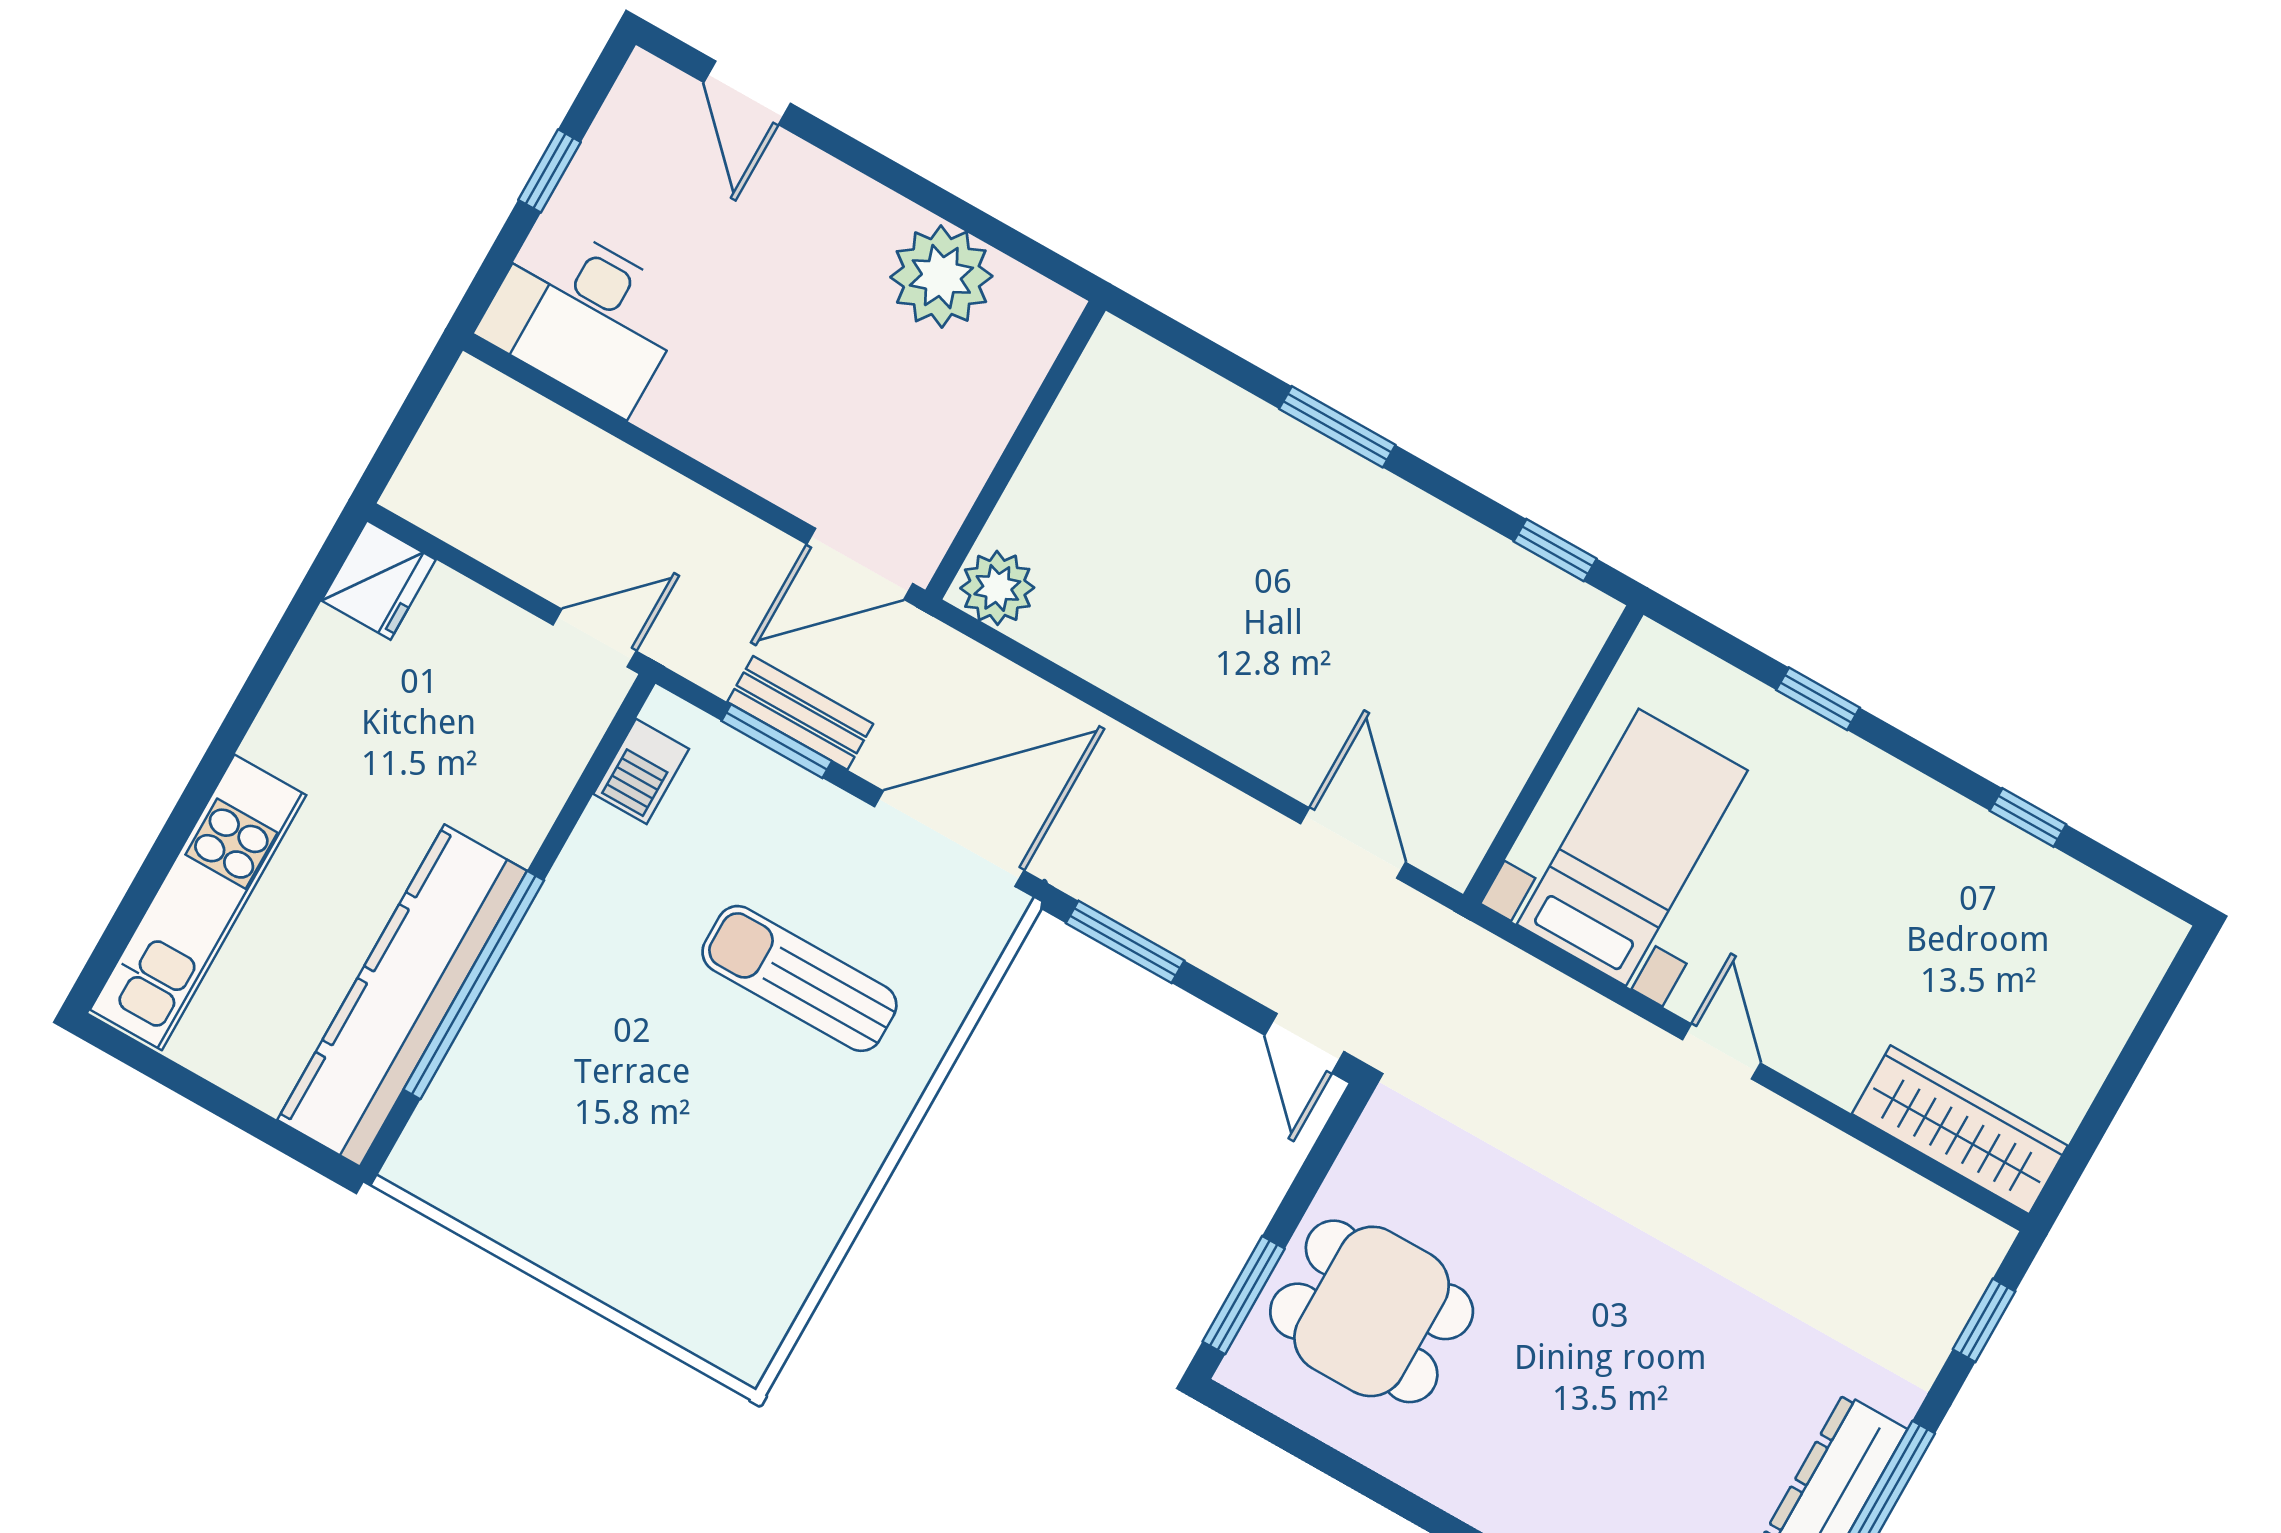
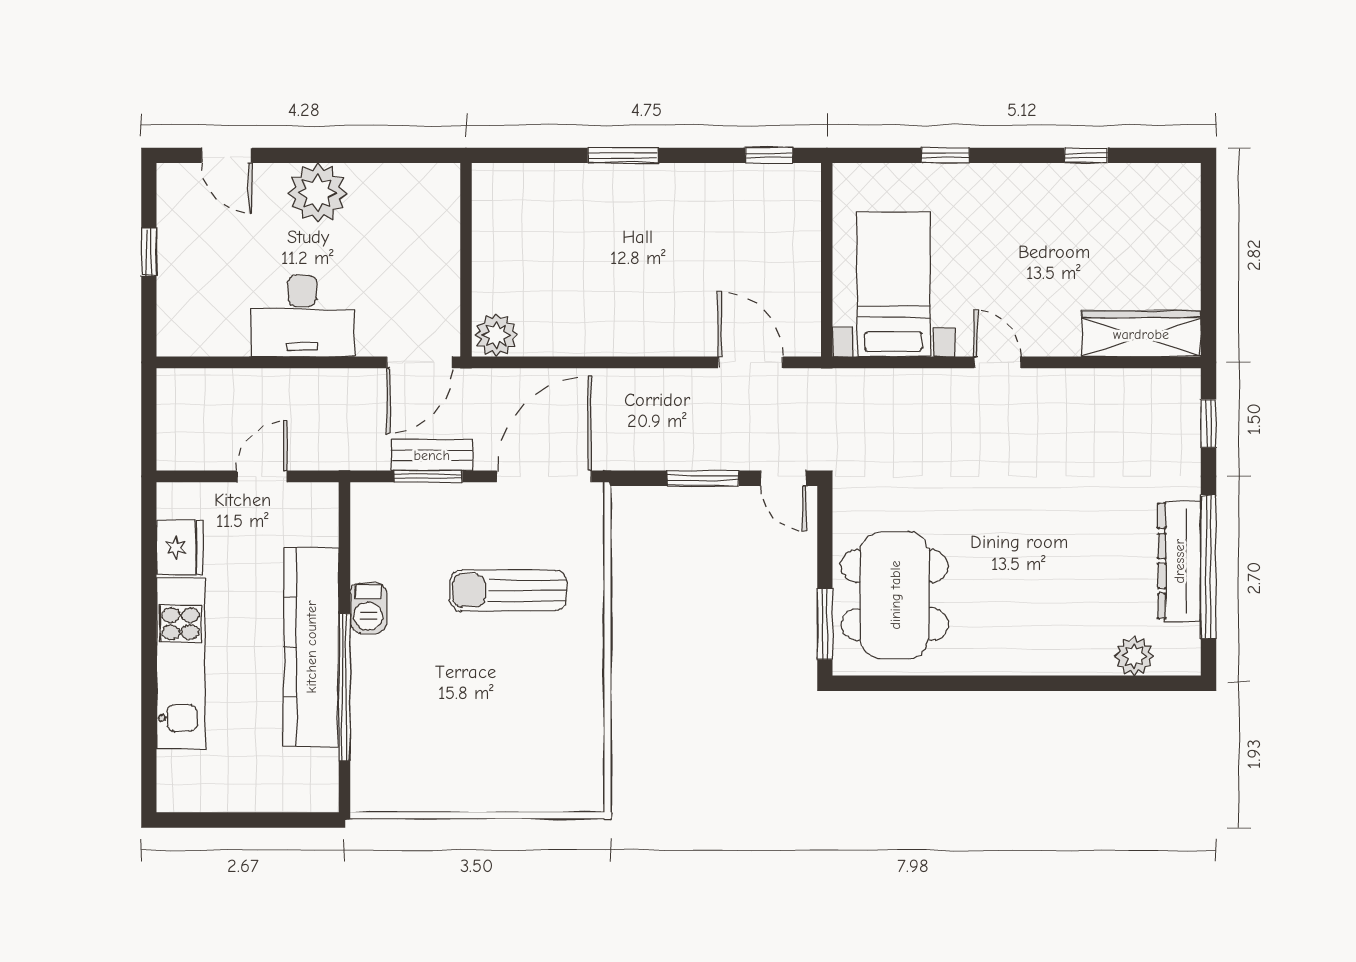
plant: (941, 277) -> (318, 193), moved
desk: (584, 317) -> (302, 316), moved
fridge: (379, 580) -> (180, 547), moved
door: (595, 638) -> (262, 476), moved
barbecue: (641, 771) -> (368, 608), moved
kitchen unit: (198, 902) -> (181, 663), moved
window: (1125, 942) -> (703, 478), moved
kitchen counter: (402, 995) -> (311, 647), moved
dining table: (1372, 1311) -> (895, 595), width x1.38

